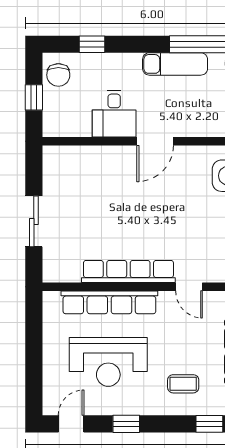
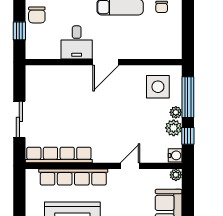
row of seats: (128, 271) -> (59, 155), moved
door: (189, 287) -> (130, 166), swing flipped

